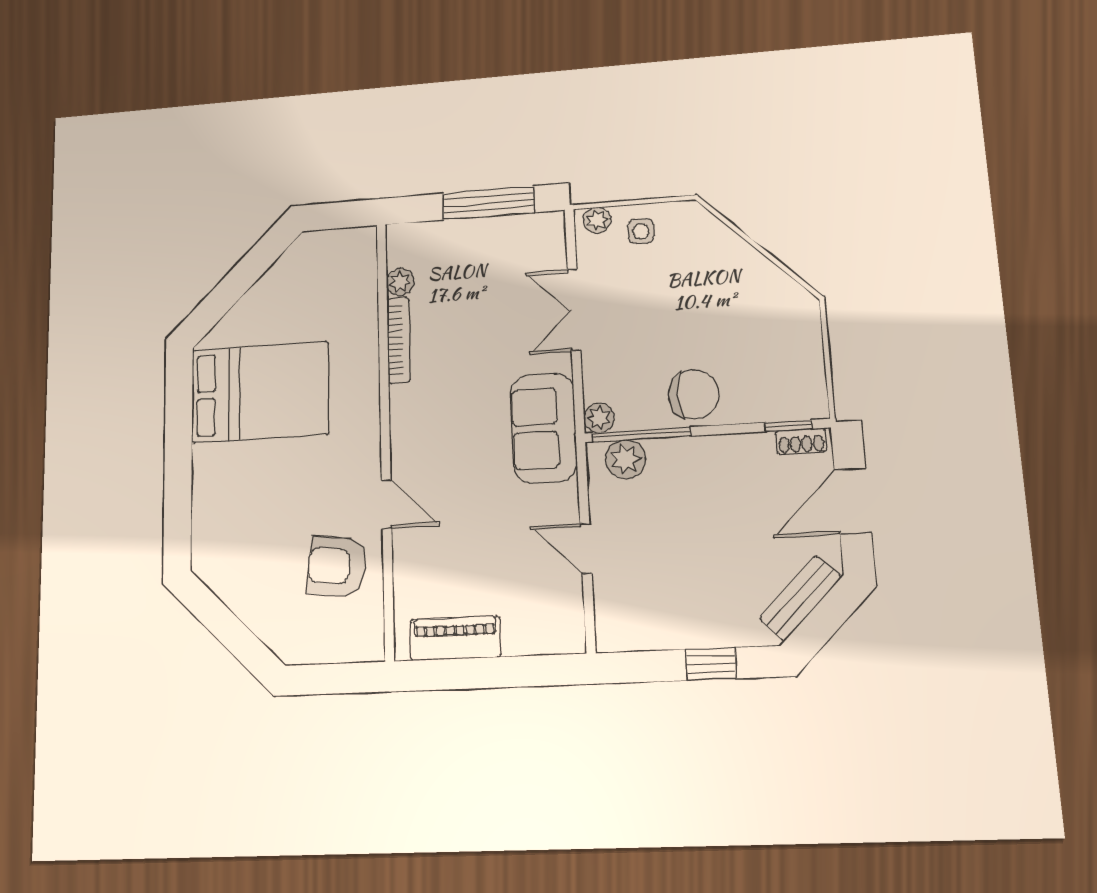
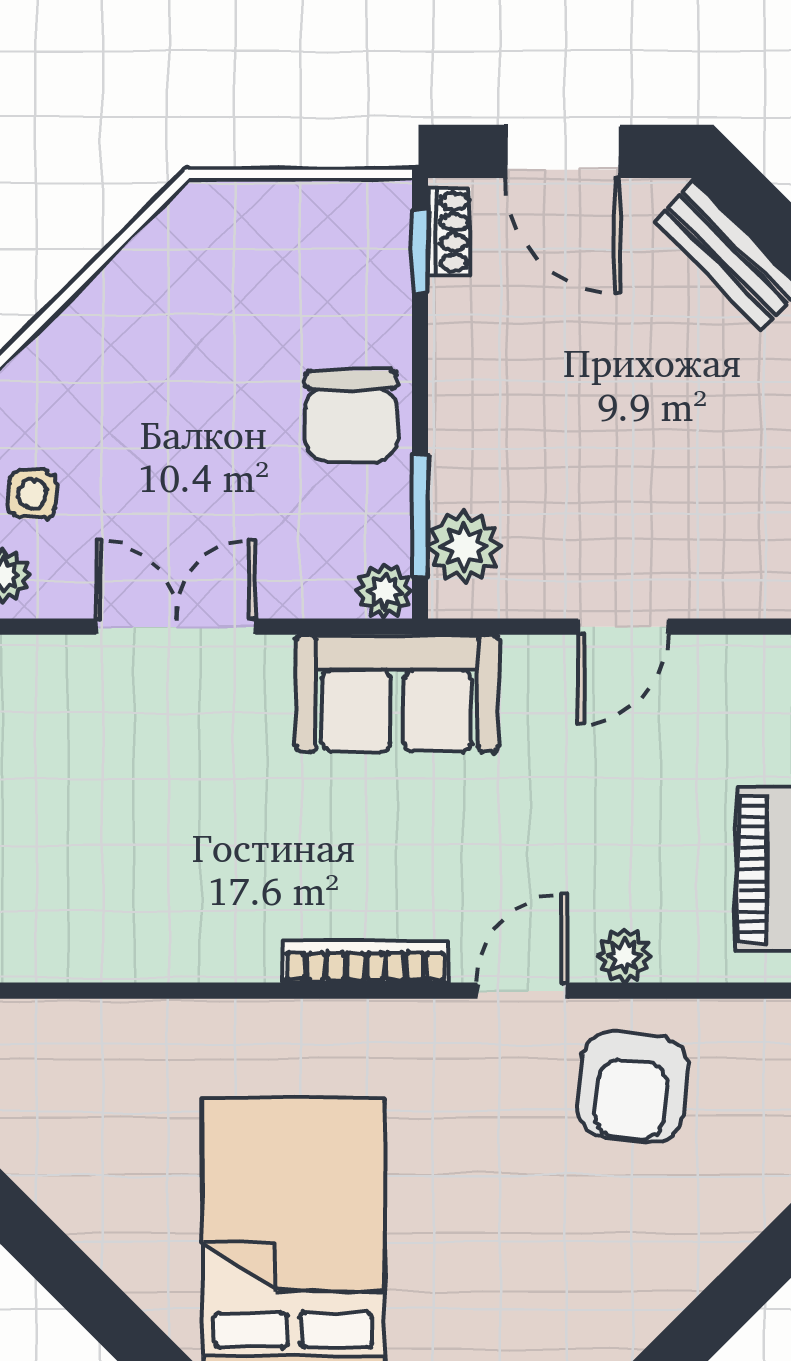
plant: (400, 282) -> (624, 956), moved
double door: (574, 310) -> (176, 627), swing flipped
bookcase: (399, 340) -> (366, 961), moved
chair: (694, 394) -> (351, 417), turned 180
window: (641, 435) -> (420, 516), width x0.69

